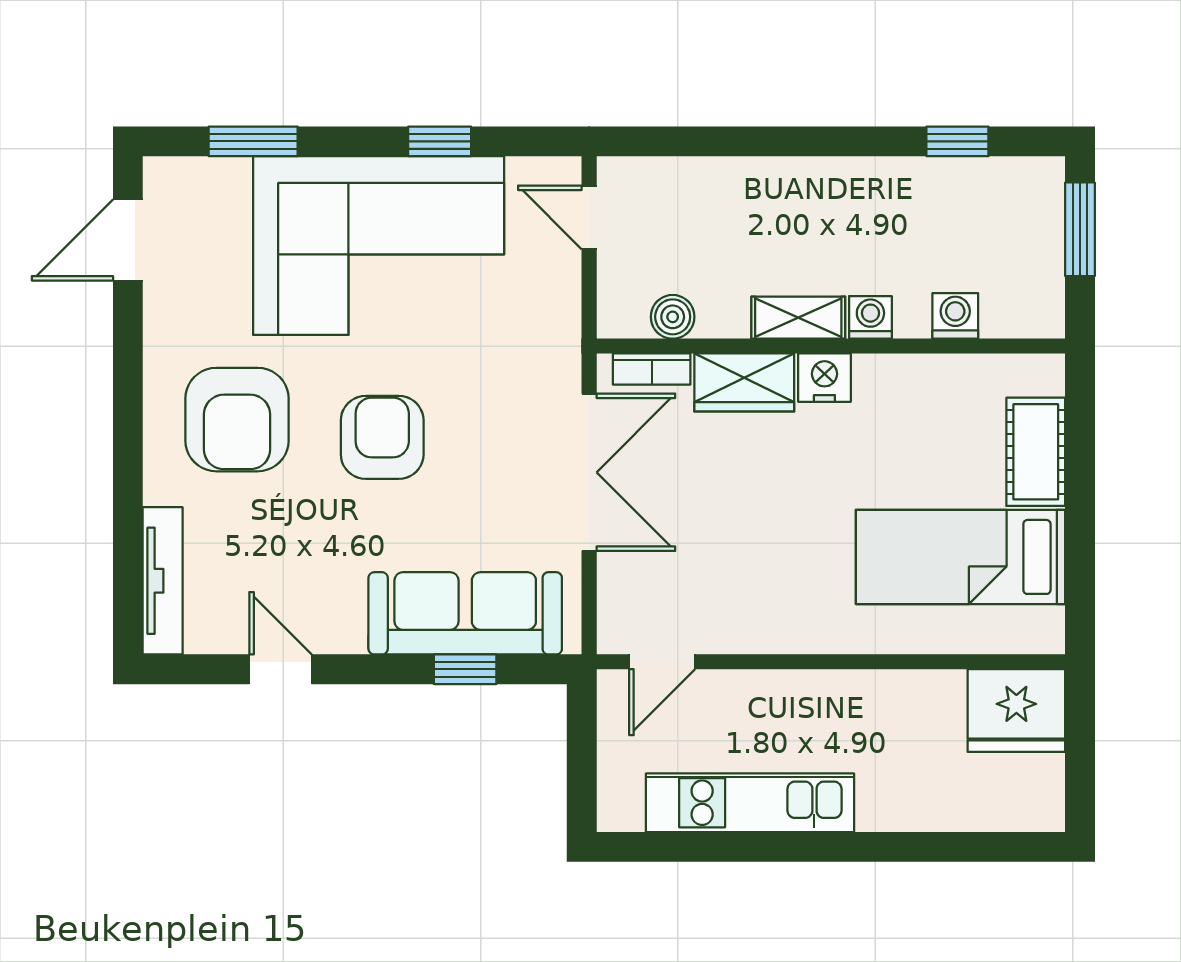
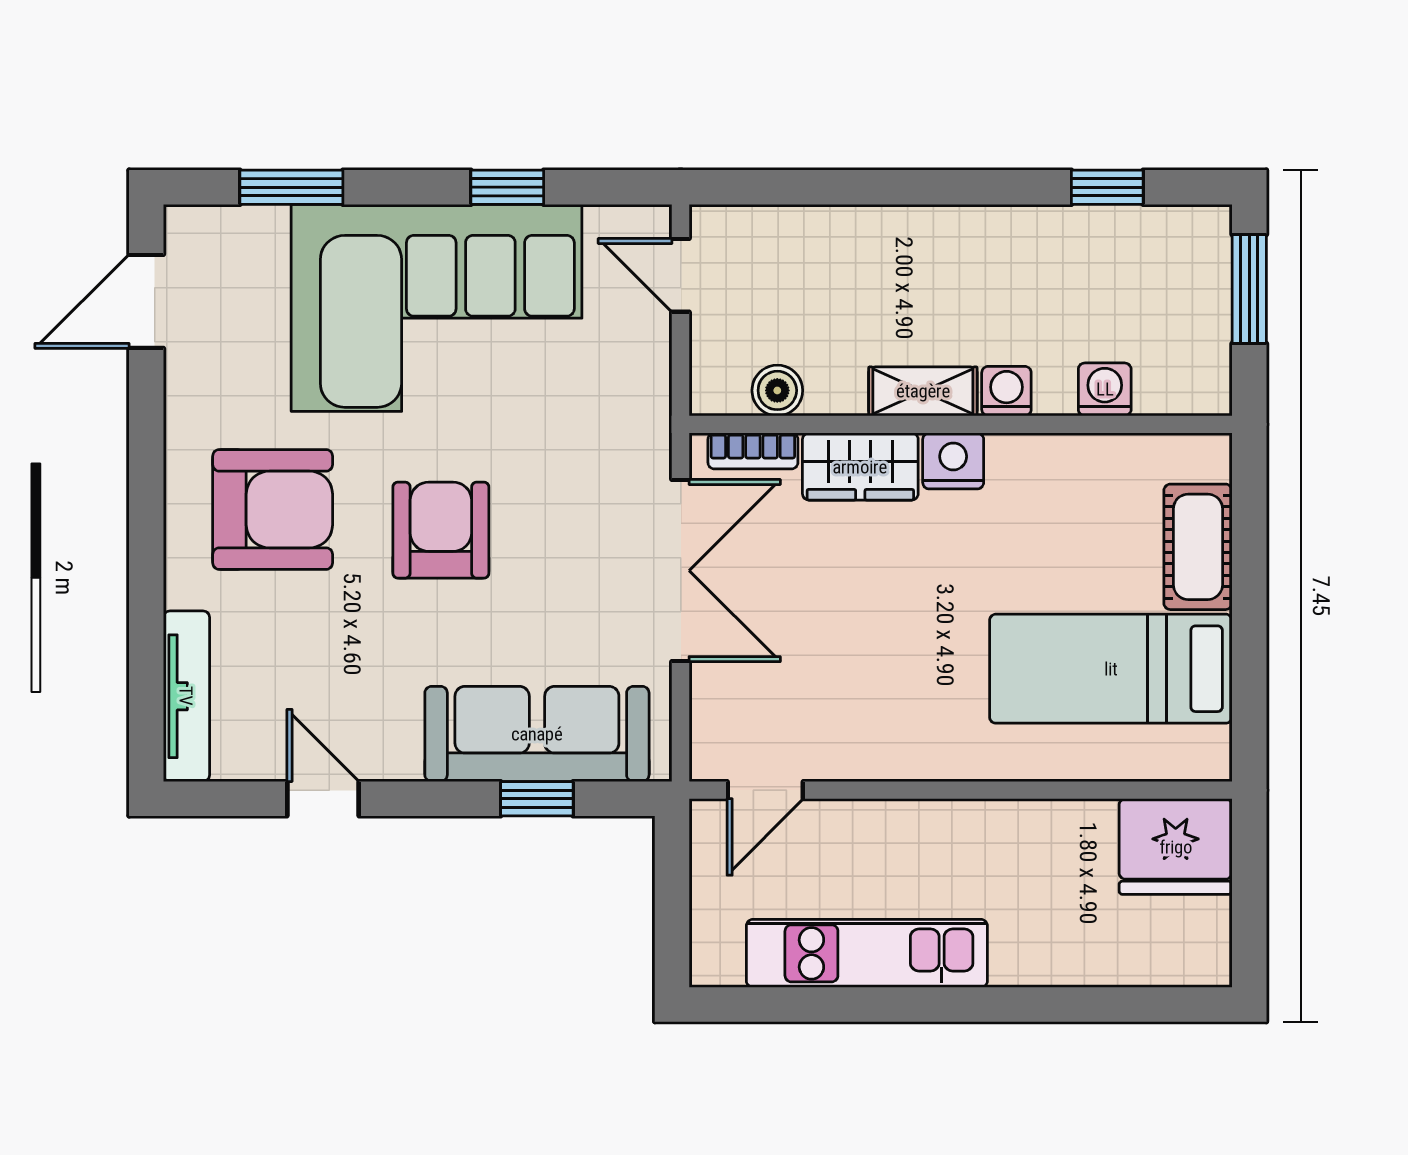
armchair: (237, 420) -> (273, 509), turned -90

